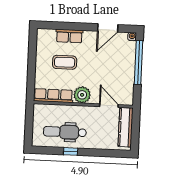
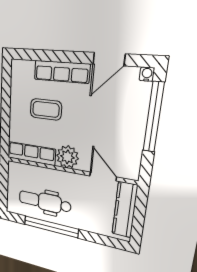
row of seats: (69, 36) -> (62, 72), width x1.48
window: (71, 151) -> (51, 227), width x3.17

